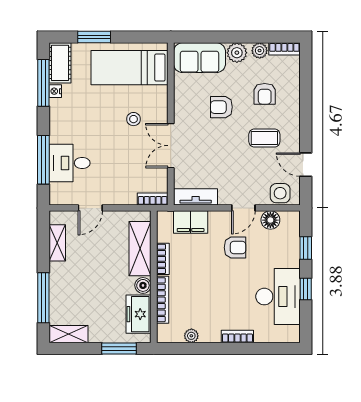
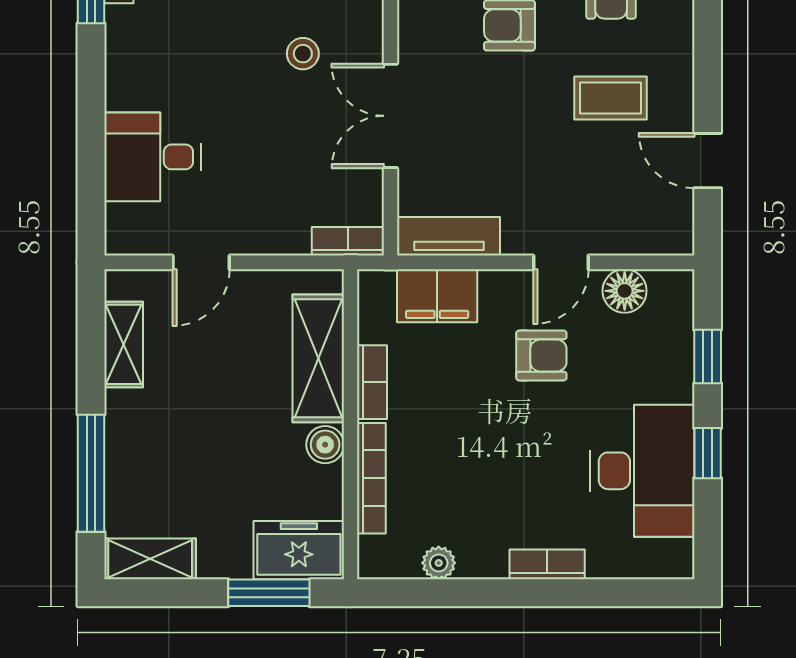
window: (43, 160) -> (91, 149), removed
side table: (280, 193) -> (647, 228), removed
freezer: (138, 314) -> (299, 550), moved, turned 90

